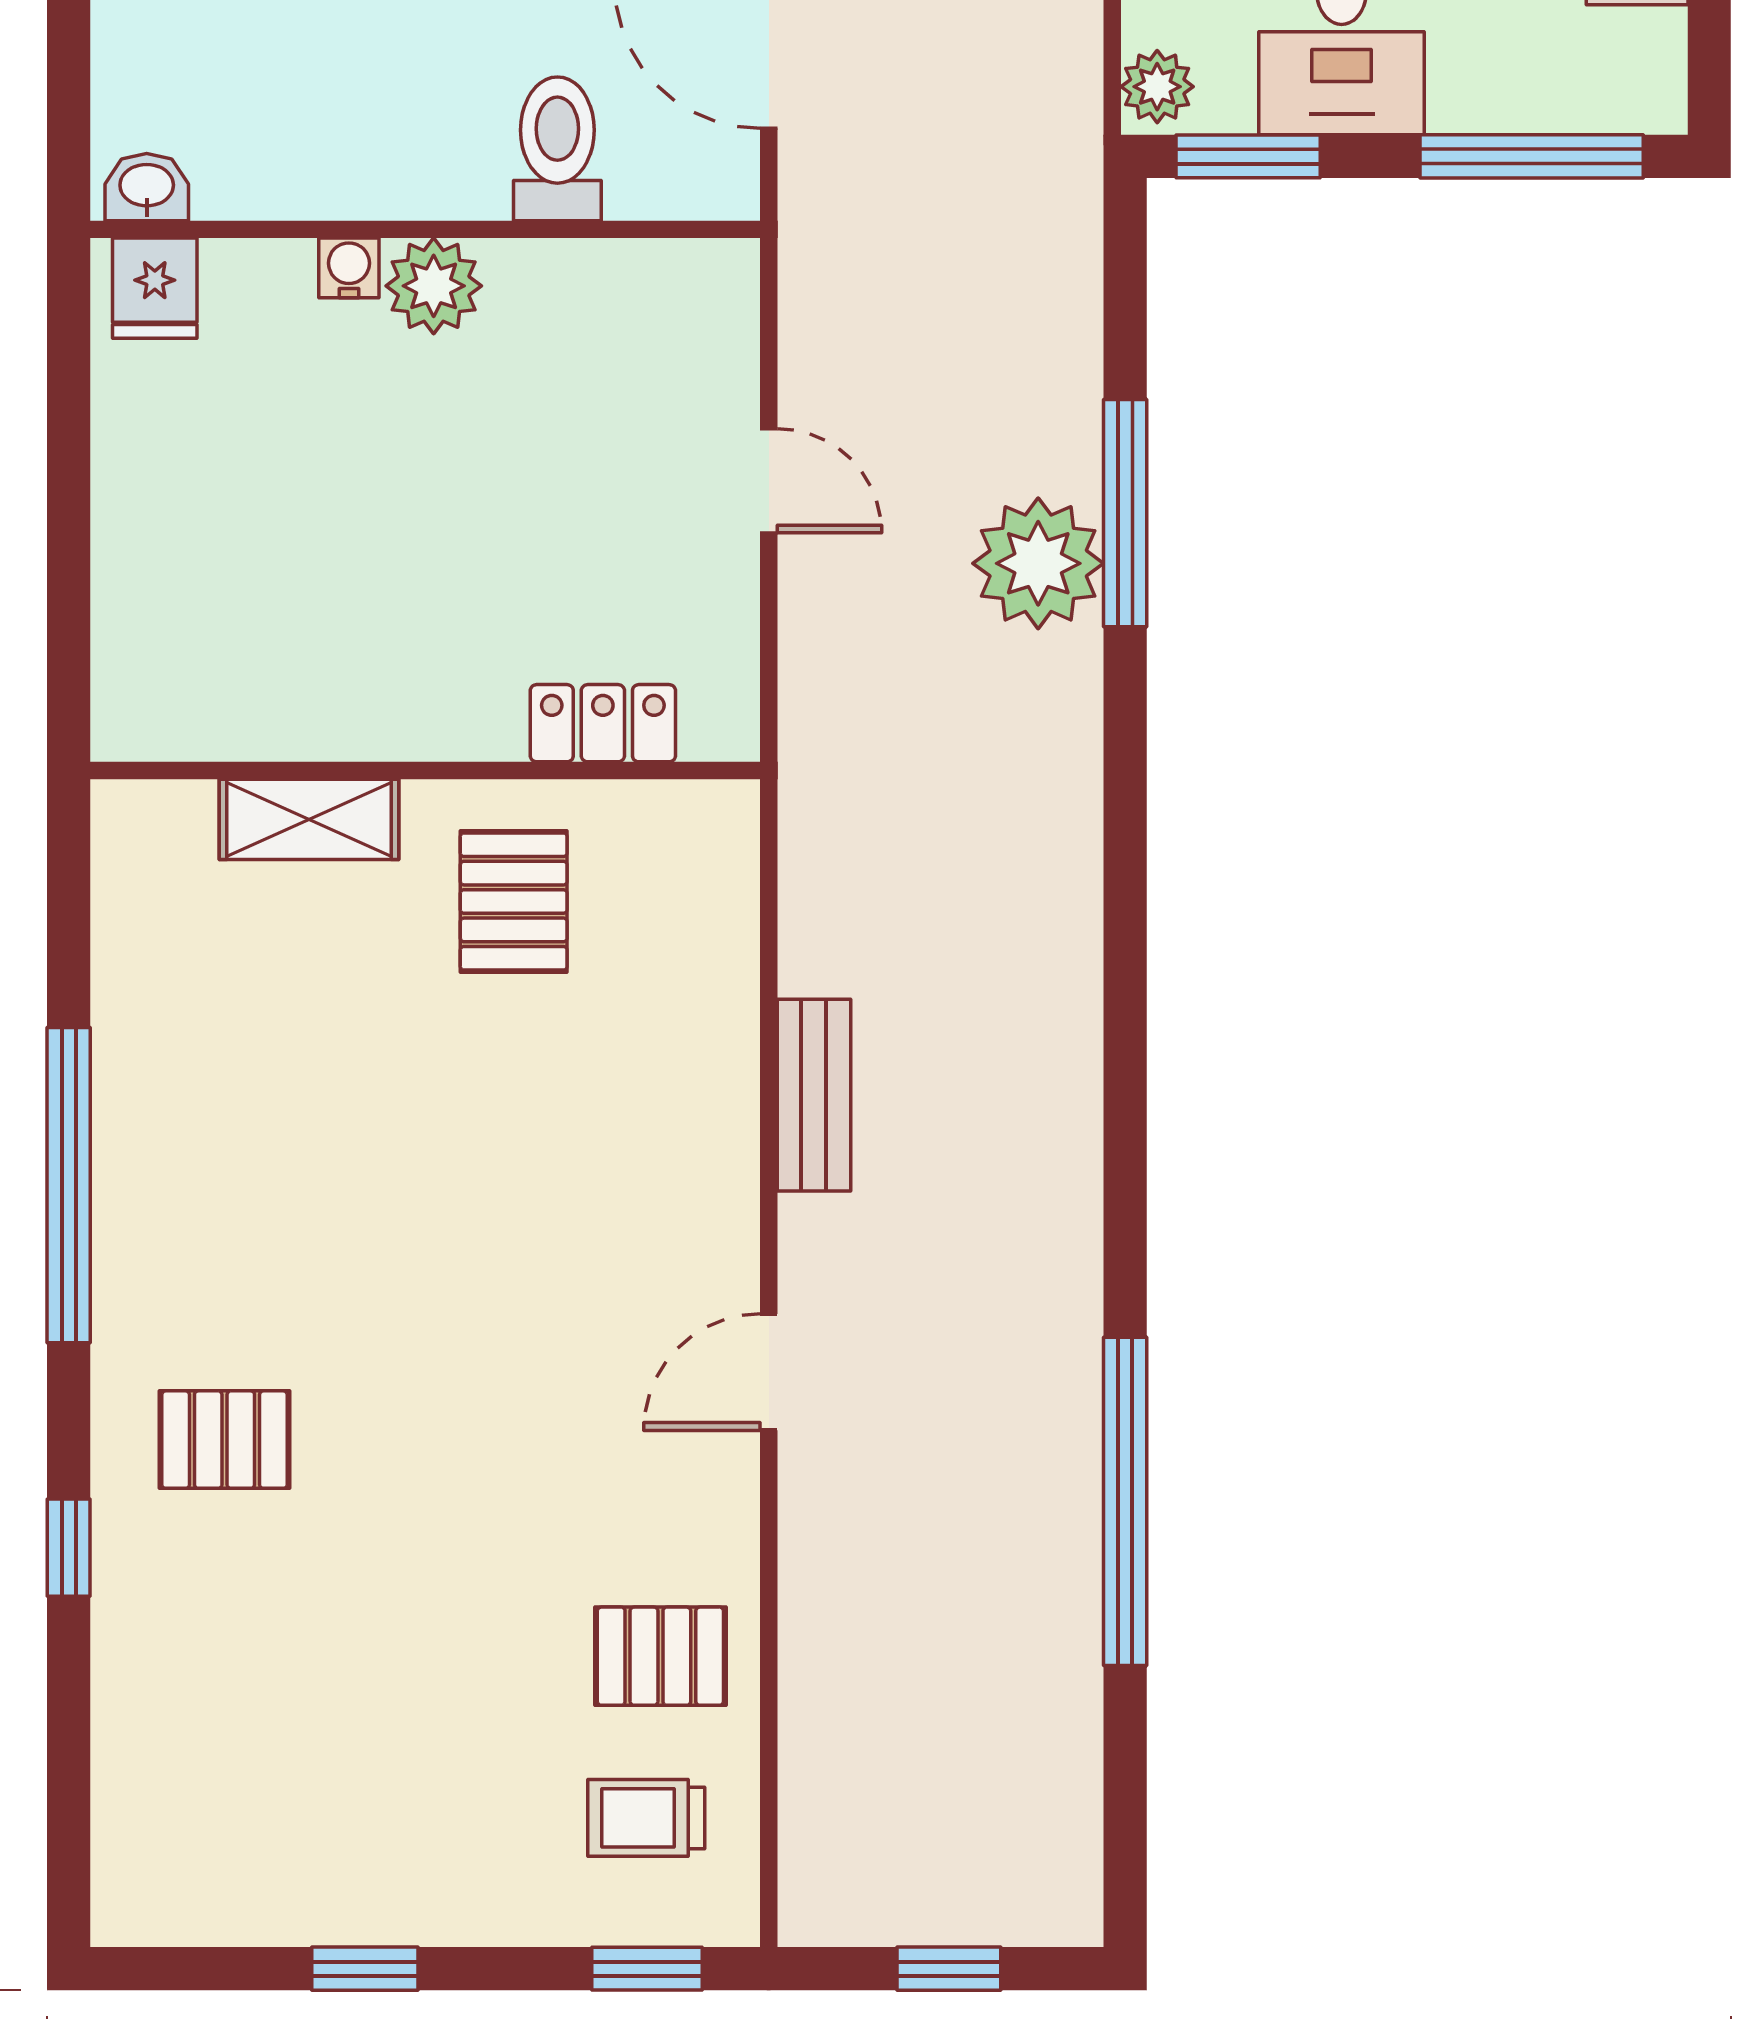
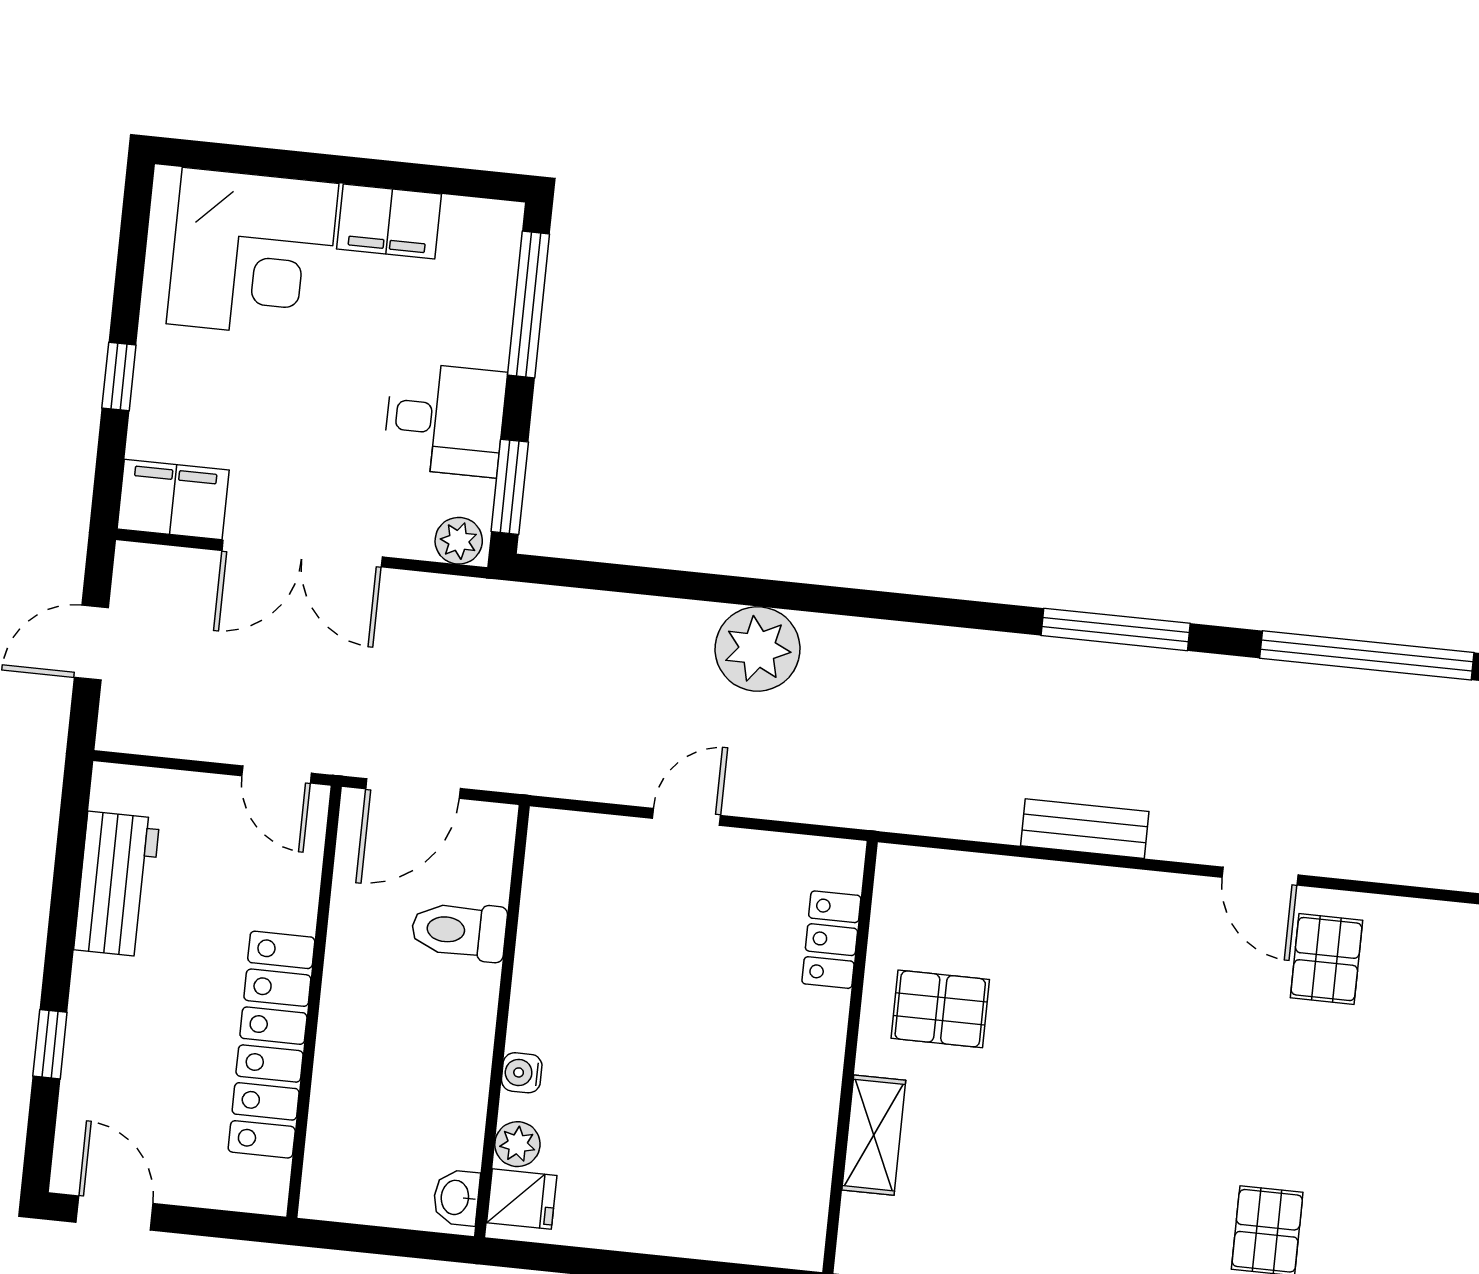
plant: (434, 286) -> (517, 1144), moved, width x0.73, depth x0.73
window: (1125, 513) -> (1116, 629), moved
pallet: (660, 1656) -> (1327, 959), moved

